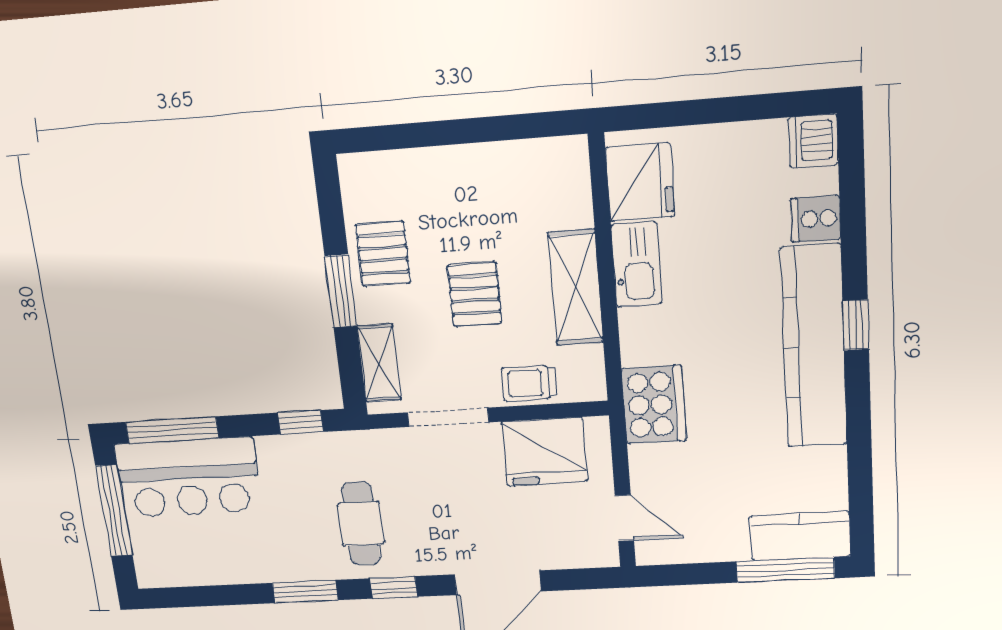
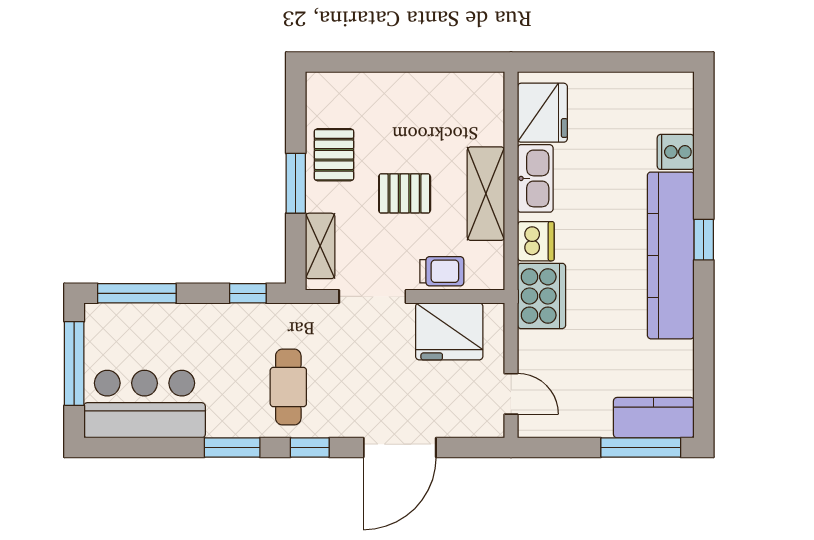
dishwasher: (813, 141) -> (536, 241), moved, turned 180
pallet: (475, 294) -> (405, 193), turned 90
trolley: (529, 383) -> (442, 271), turned 180
bar counter: (188, 477) -> (145, 404), moved, turned 180

